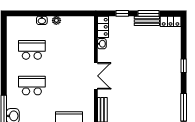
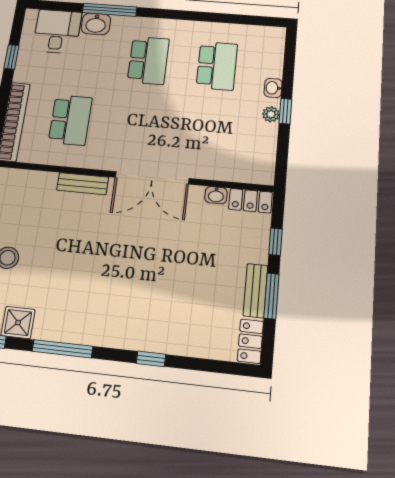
window: (54, 13) -> (285, 111), added
double door: (96, 76) -> (152, 178), width x1.37

